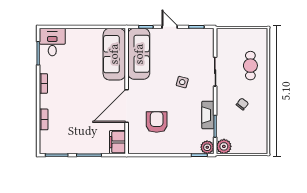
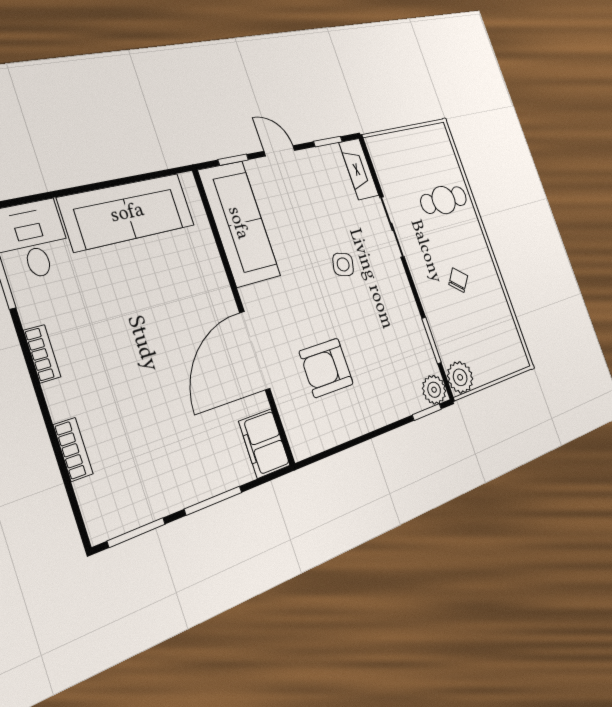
sofa: (114, 54) -> (127, 212), moved, turned -90
cafe table: (250, 66) -> (444, 200), turned 90
fireplace: (208, 115) -> (359, 169), moved
armchair: (157, 122) -> (326, 368), turned -90

